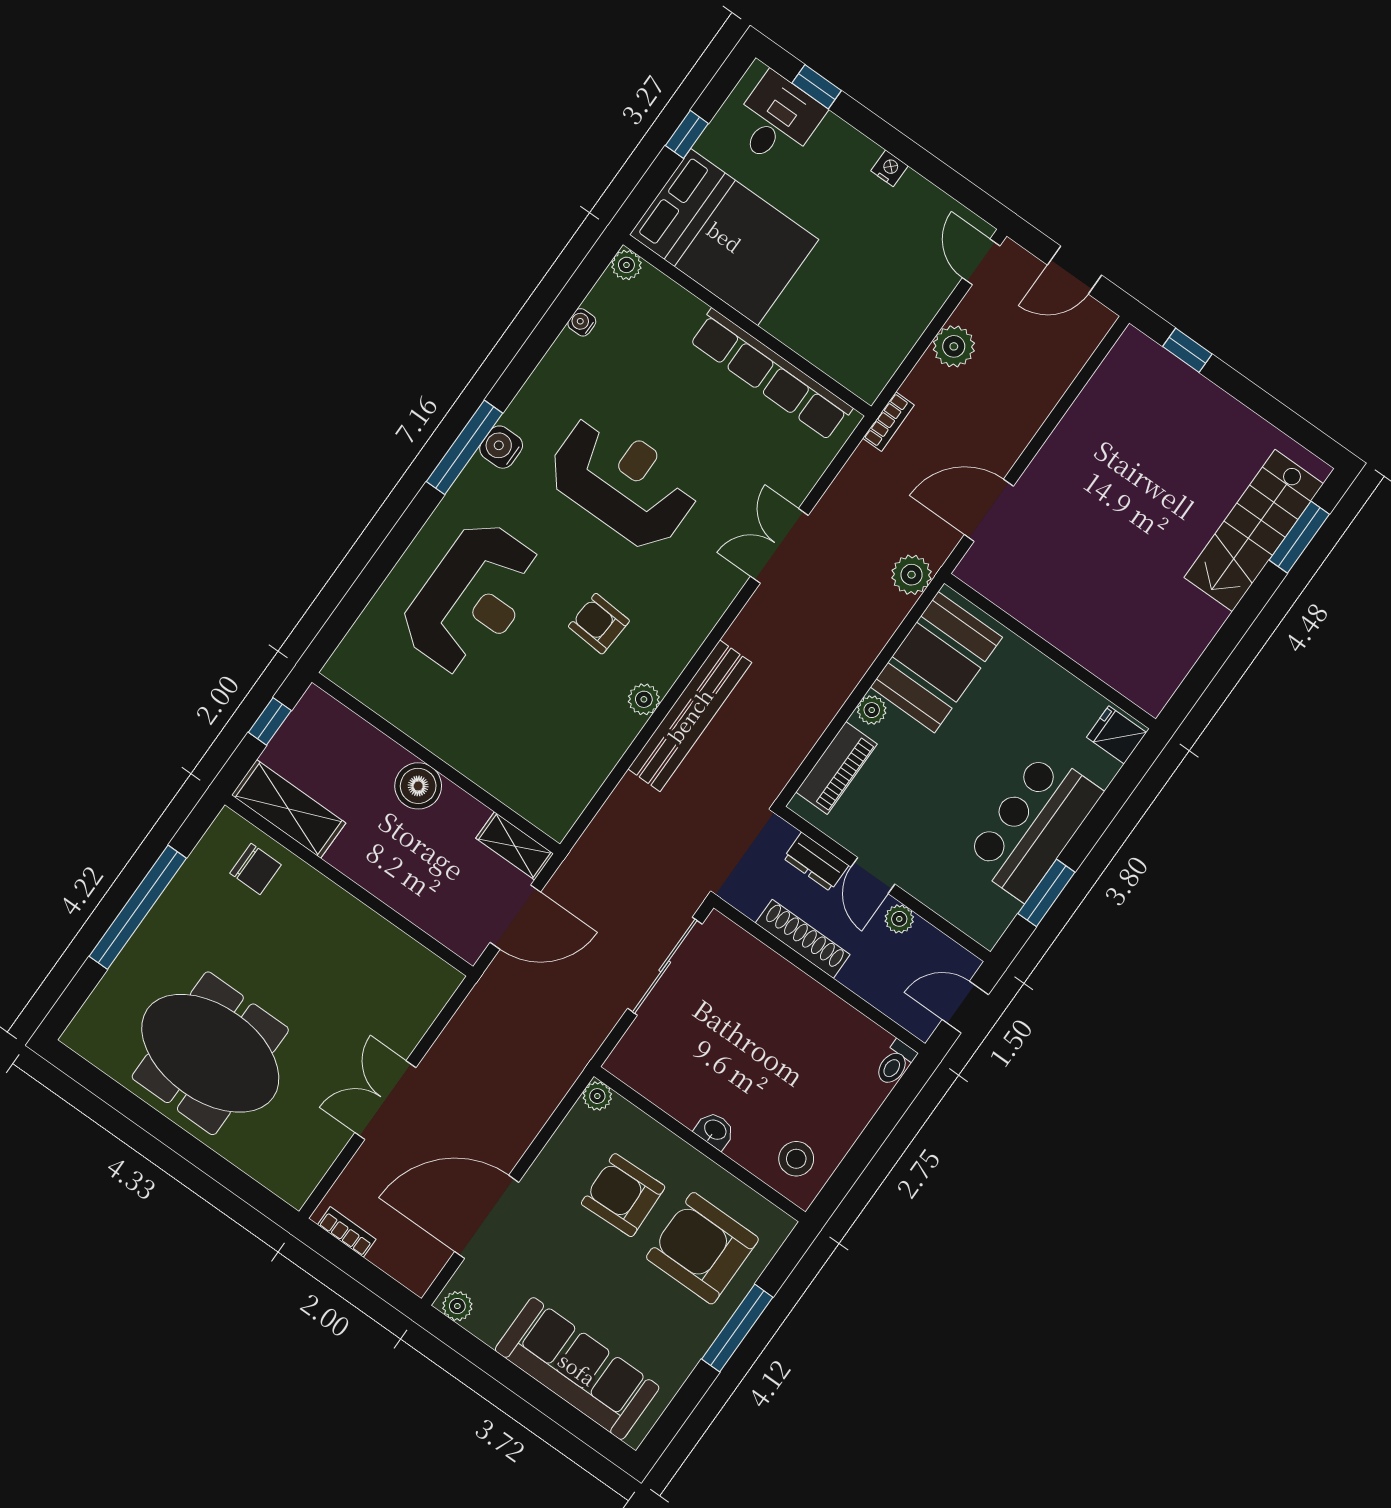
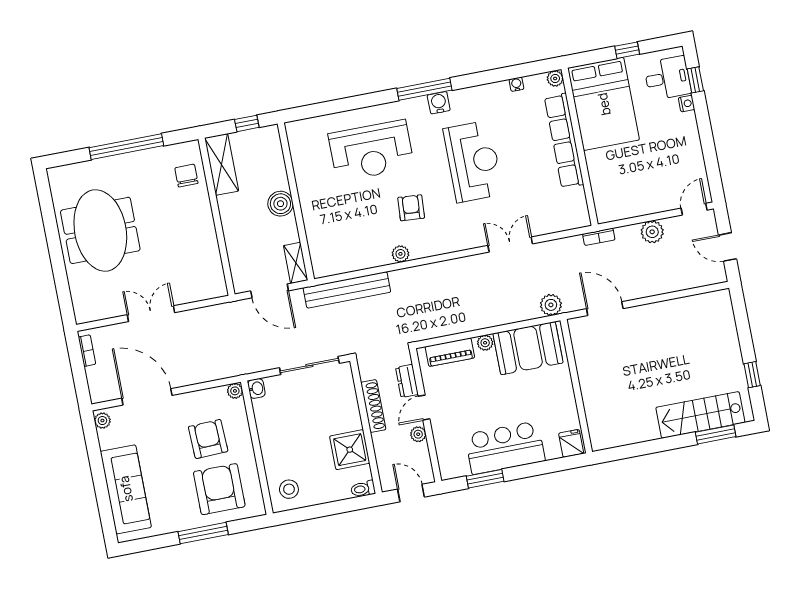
nightstand: (890, 168) -> (687, 104), moved
window: (1187, 350) -> (752, 375), moved
row of seats: (771, 374) -> (564, 141), moved
bench: (690, 716) -> (347, 290), moved
chair: (256, 869) -> (186, 176), turned 180
shower: (827, 1028) -> (350, 450), added
washbasin: (715, 1130) -> (256, 388), moved

